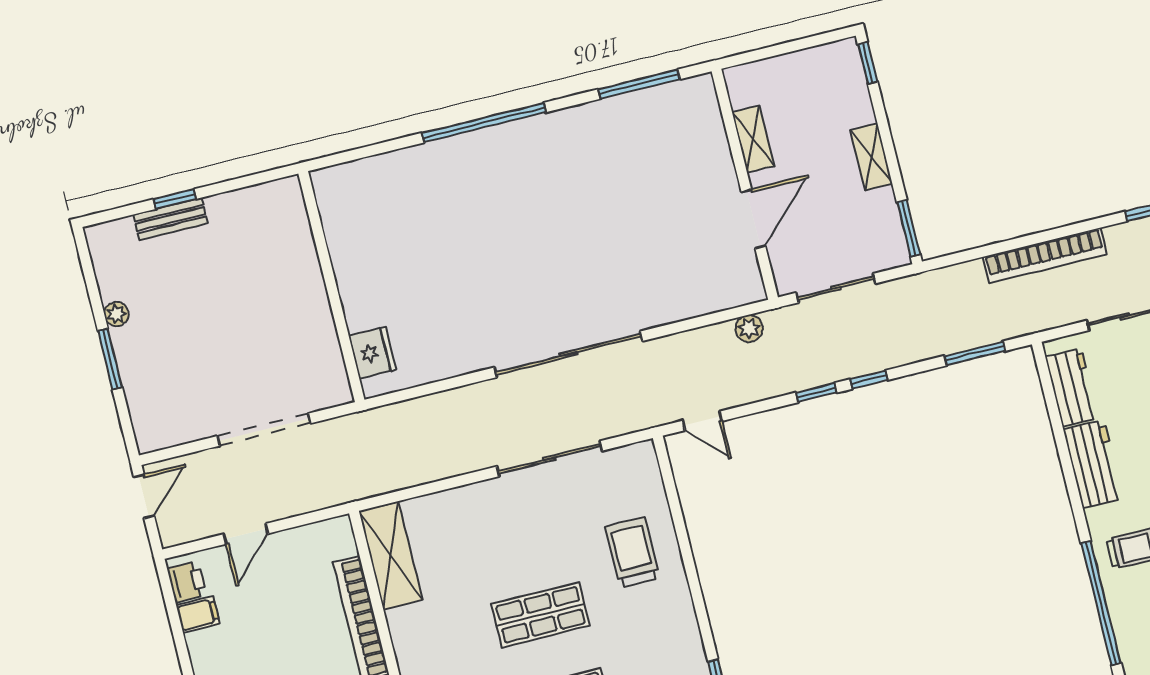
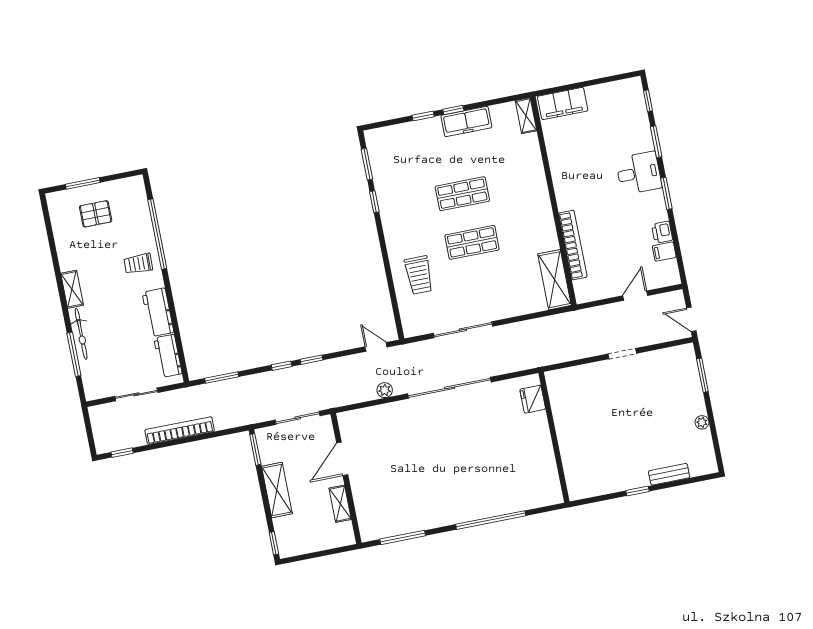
shelving: (871, 157) -> (277, 490), width x1.50, depth x1.33
window: (175, 199) -> (637, 491), moved
wall: (331, 287) -> (554, 437), moved
plant: (749, 328) -> (385, 390), moved
fridge: (372, 353) -> (533, 399), moved
window: (110, 359) -> (702, 375), moved
doorway: (264, 430) -> (622, 354), width x0.53
door: (144, 496) -> (691, 319), hinge flipped
printer: (187, 582) -> (662, 232), moved

